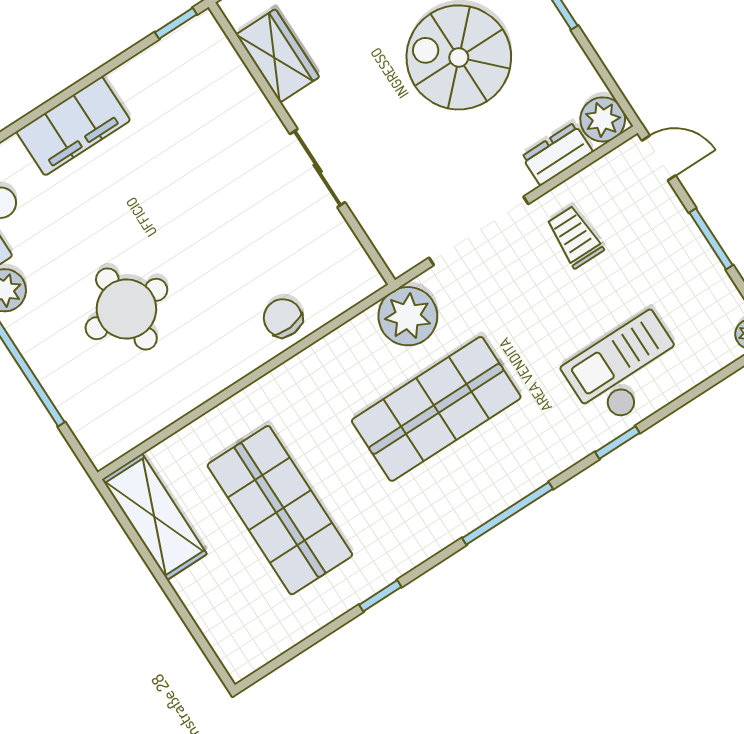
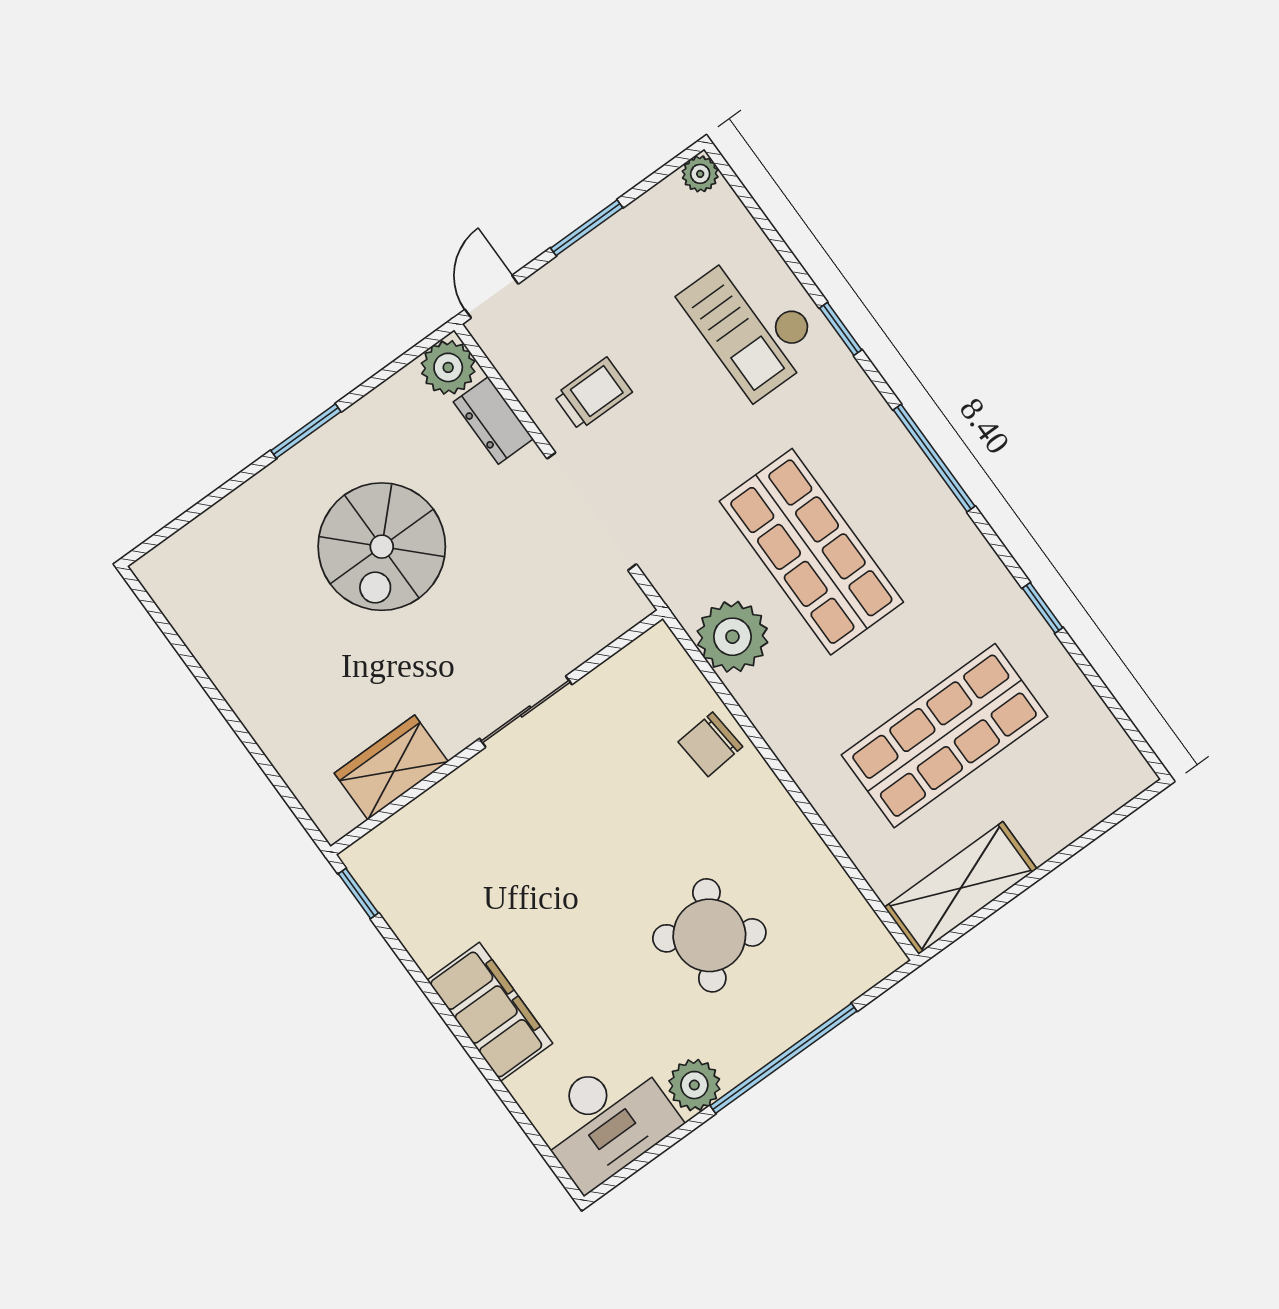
trolley: (575, 237) -> (593, 394), turned 180
round table: (126, 309) -> (709, 935), turned 32
plant: (408, 316) -> (732, 637), moved

